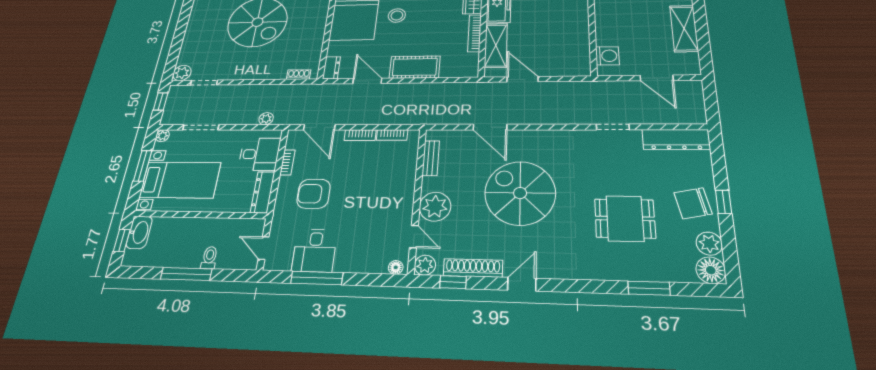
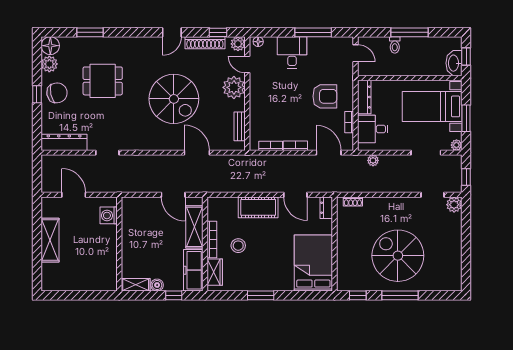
stool: (397, 15) -> (238, 246), moved
desk: (315, 250) -> (292, 52), moved

